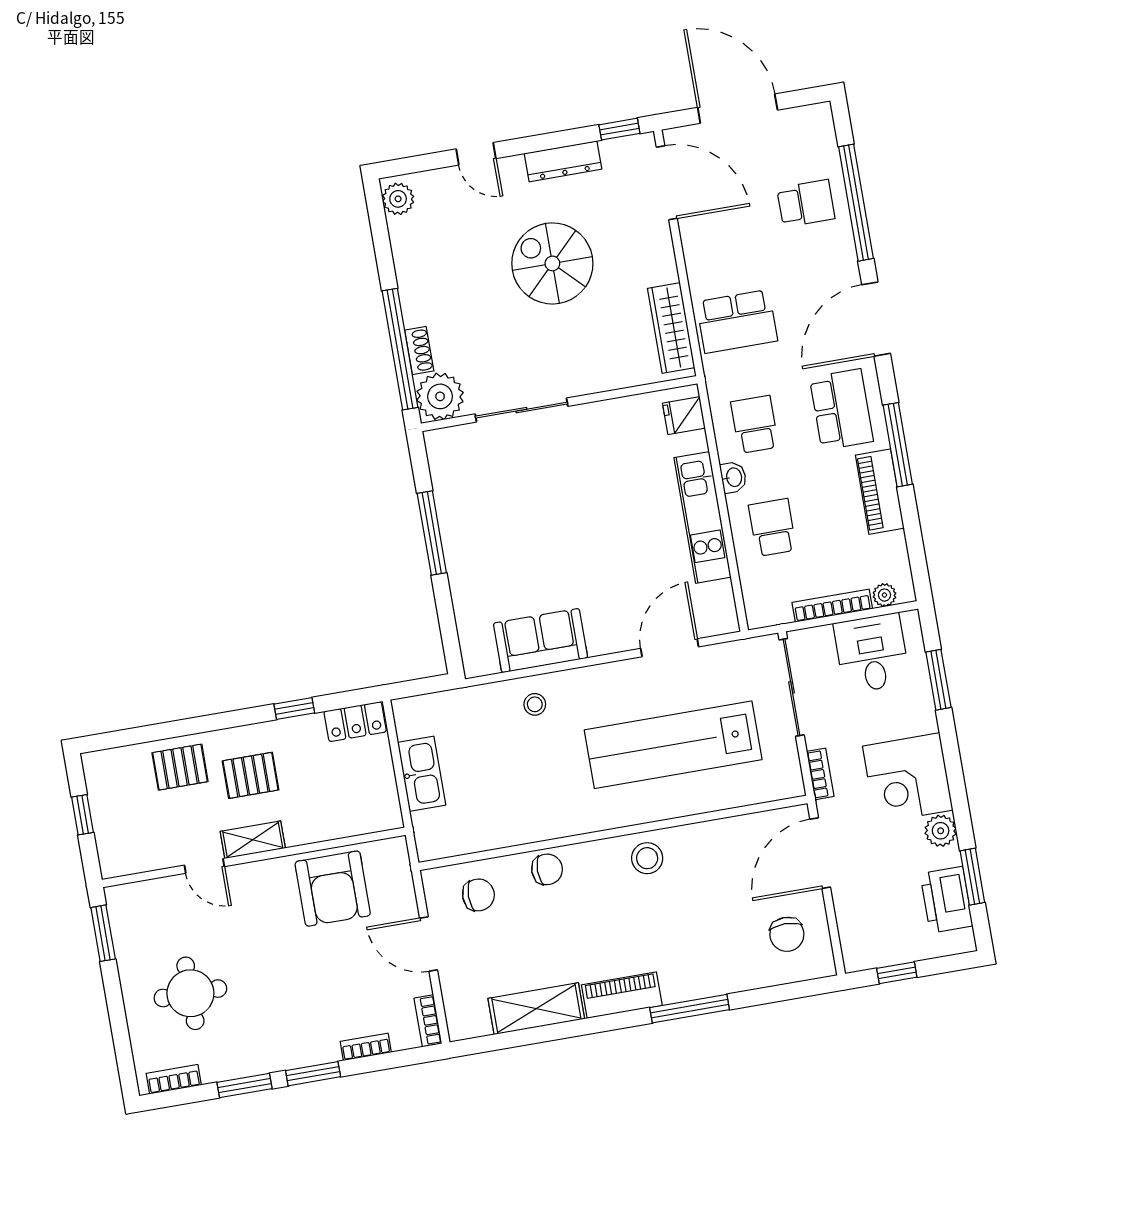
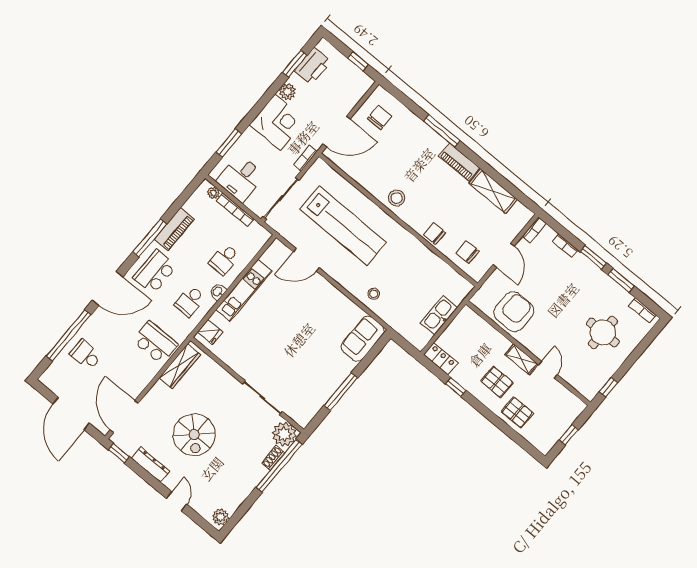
sofa: (540, 641) -> (363, 339), moved, turned 90
window: (103, 933) -> (608, 387), width x0.67

